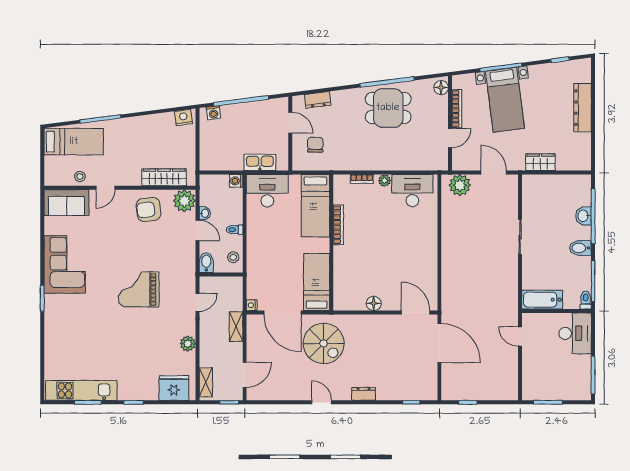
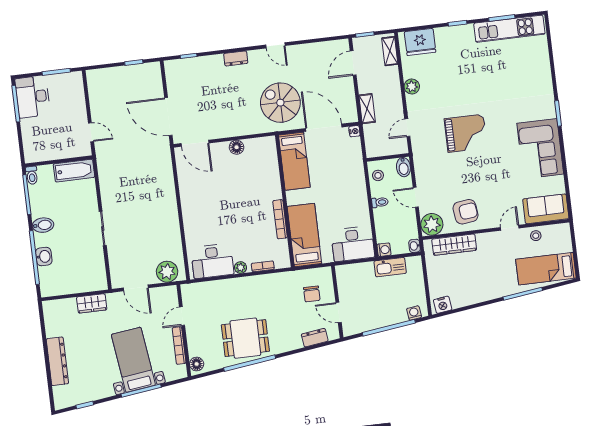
kitchen sink: (260, 162) -> (390, 267), moved
washbasin: (205, 213) -> (415, 246), moved
desk: (575, 333) -> (33, 97), moved

